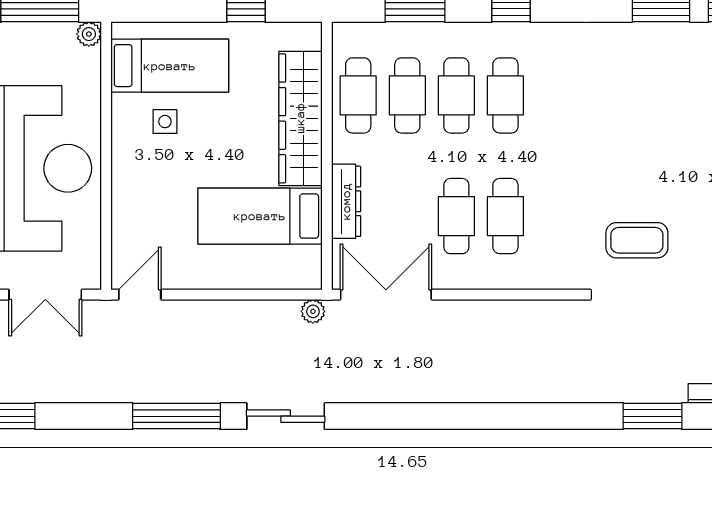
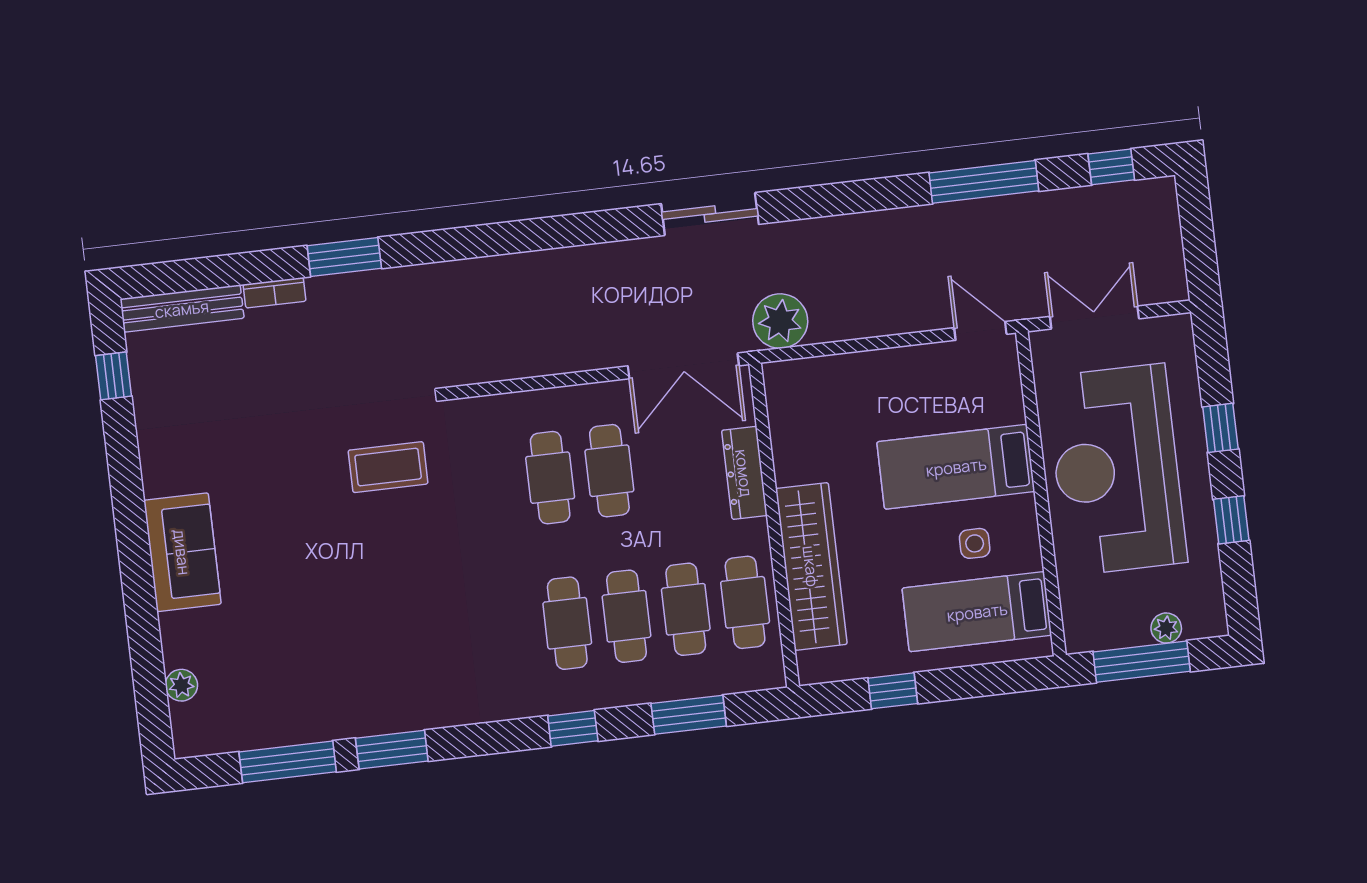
plant: (89, 34) -> (1166, 628), moved
bed: (260, 216) -> (956, 467), moved, turned 180
door: (140, 295) -> (980, 331), swing flipped
plant: (313, 311) -> (780, 321), width x1.87, depth x1.87
window: (176, 416) -> (984, 182), moved
sliding door: (286, 416) -> (710, 214), moved

